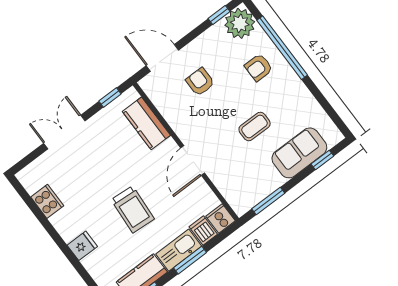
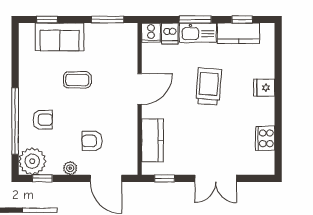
plant: (201, 43) -> (70, 168), added
armchair: (200, 82) -> (92, 141), turned 90

